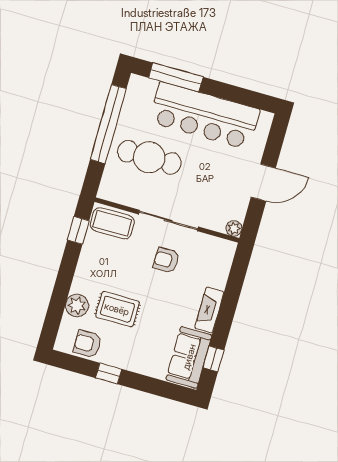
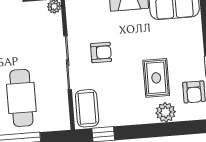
armchair: (166, 260) -> (101, 53), turned -90

